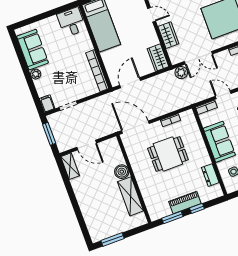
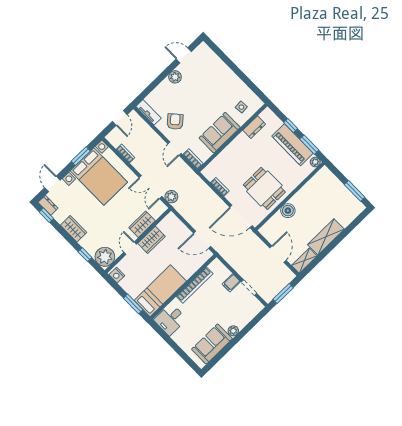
wardrobe: (158, 58) -> (151, 240), moved
double door: (198, 58) -> (151, 187), swing flipped
bookcase: (97, 71) -> (195, 285), moved
filing cabinet: (47, 104) -> (231, 283), moved
door: (135, 127) -> (241, 216), hinge flipped
dining table: (168, 154) -> (264, 188), moved
shelving: (130, 196) -> (326, 237), moved
piano: (185, 203) -> (292, 145), width x1.37, depth x1.33
plant: (154, 216) -> (315, 162), added

